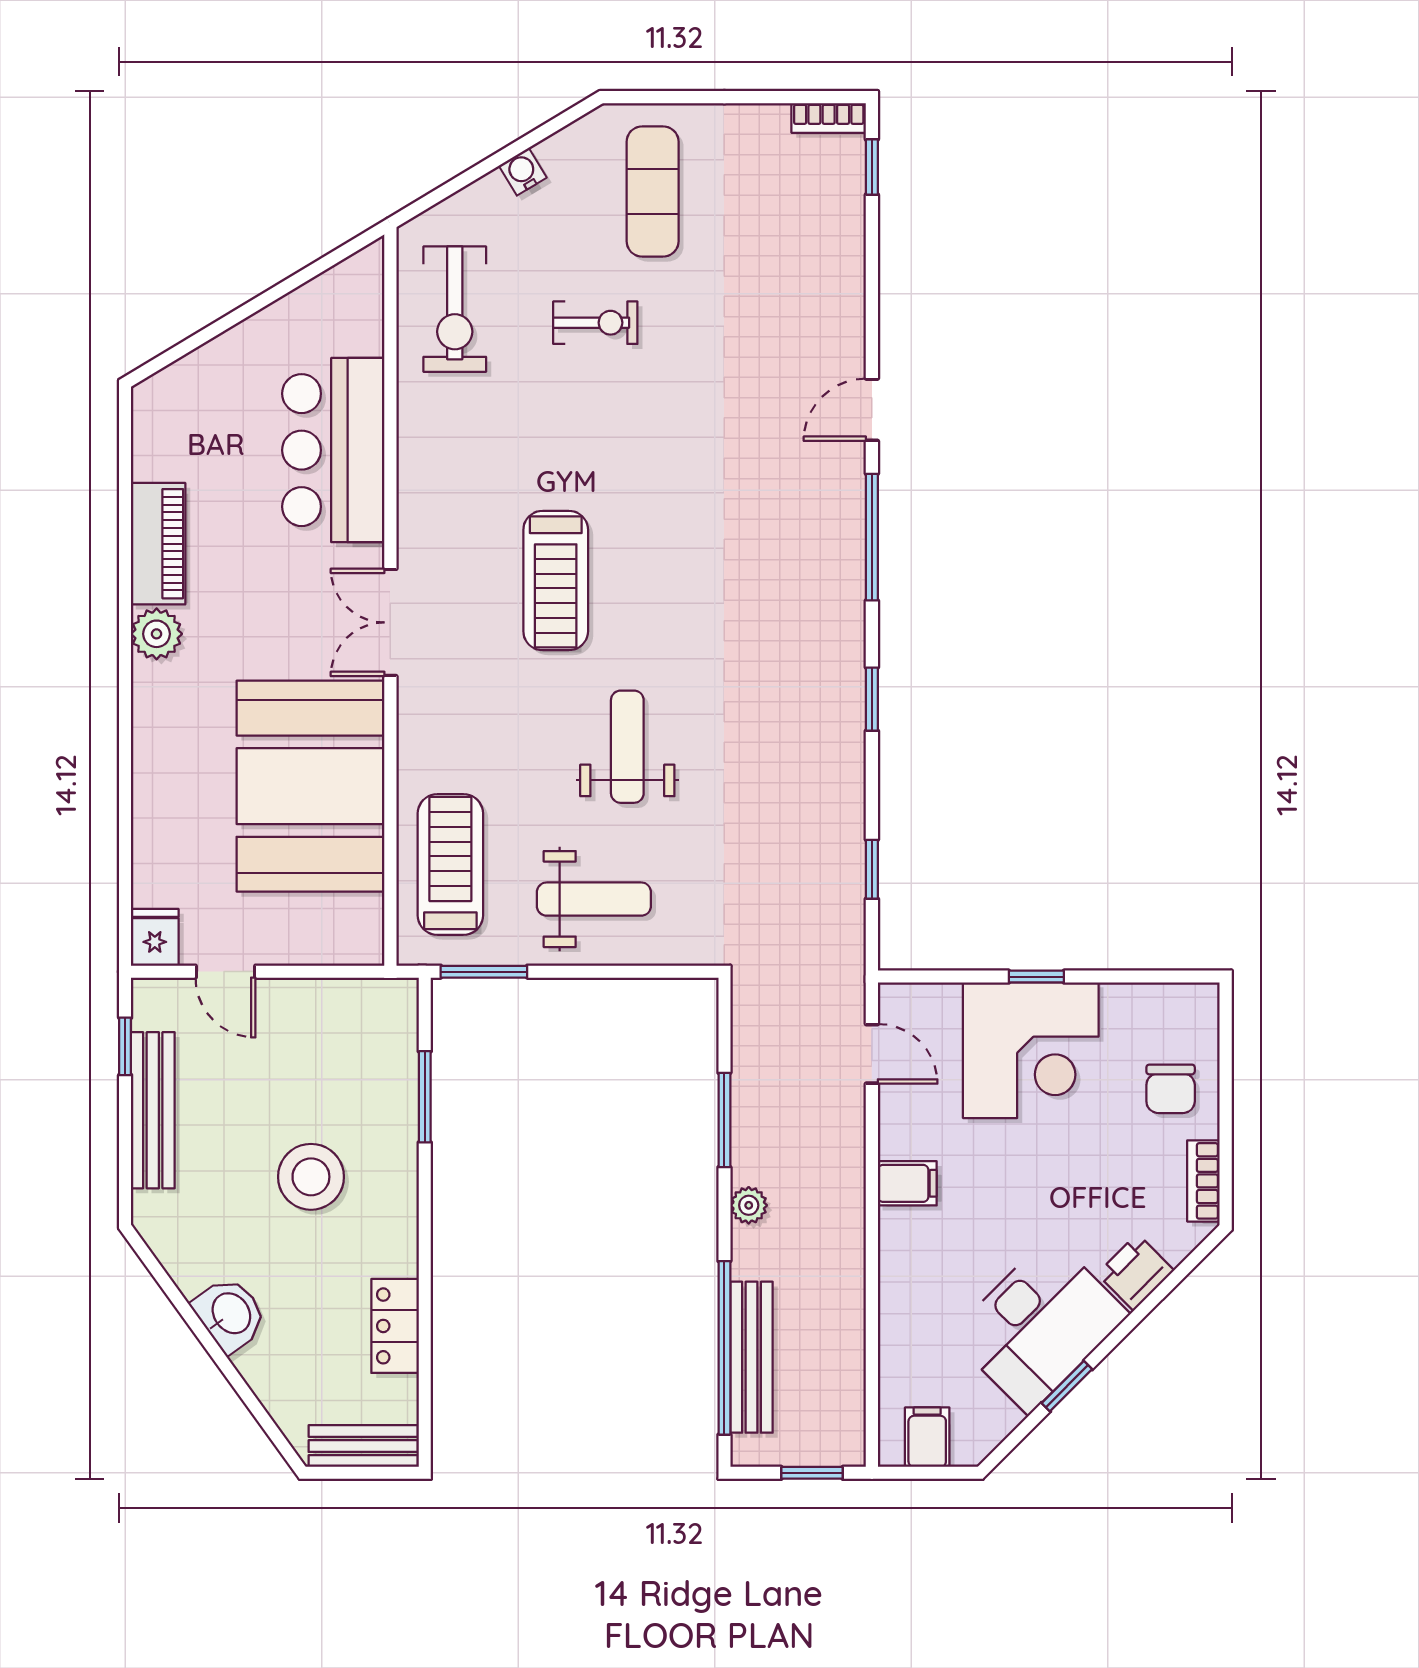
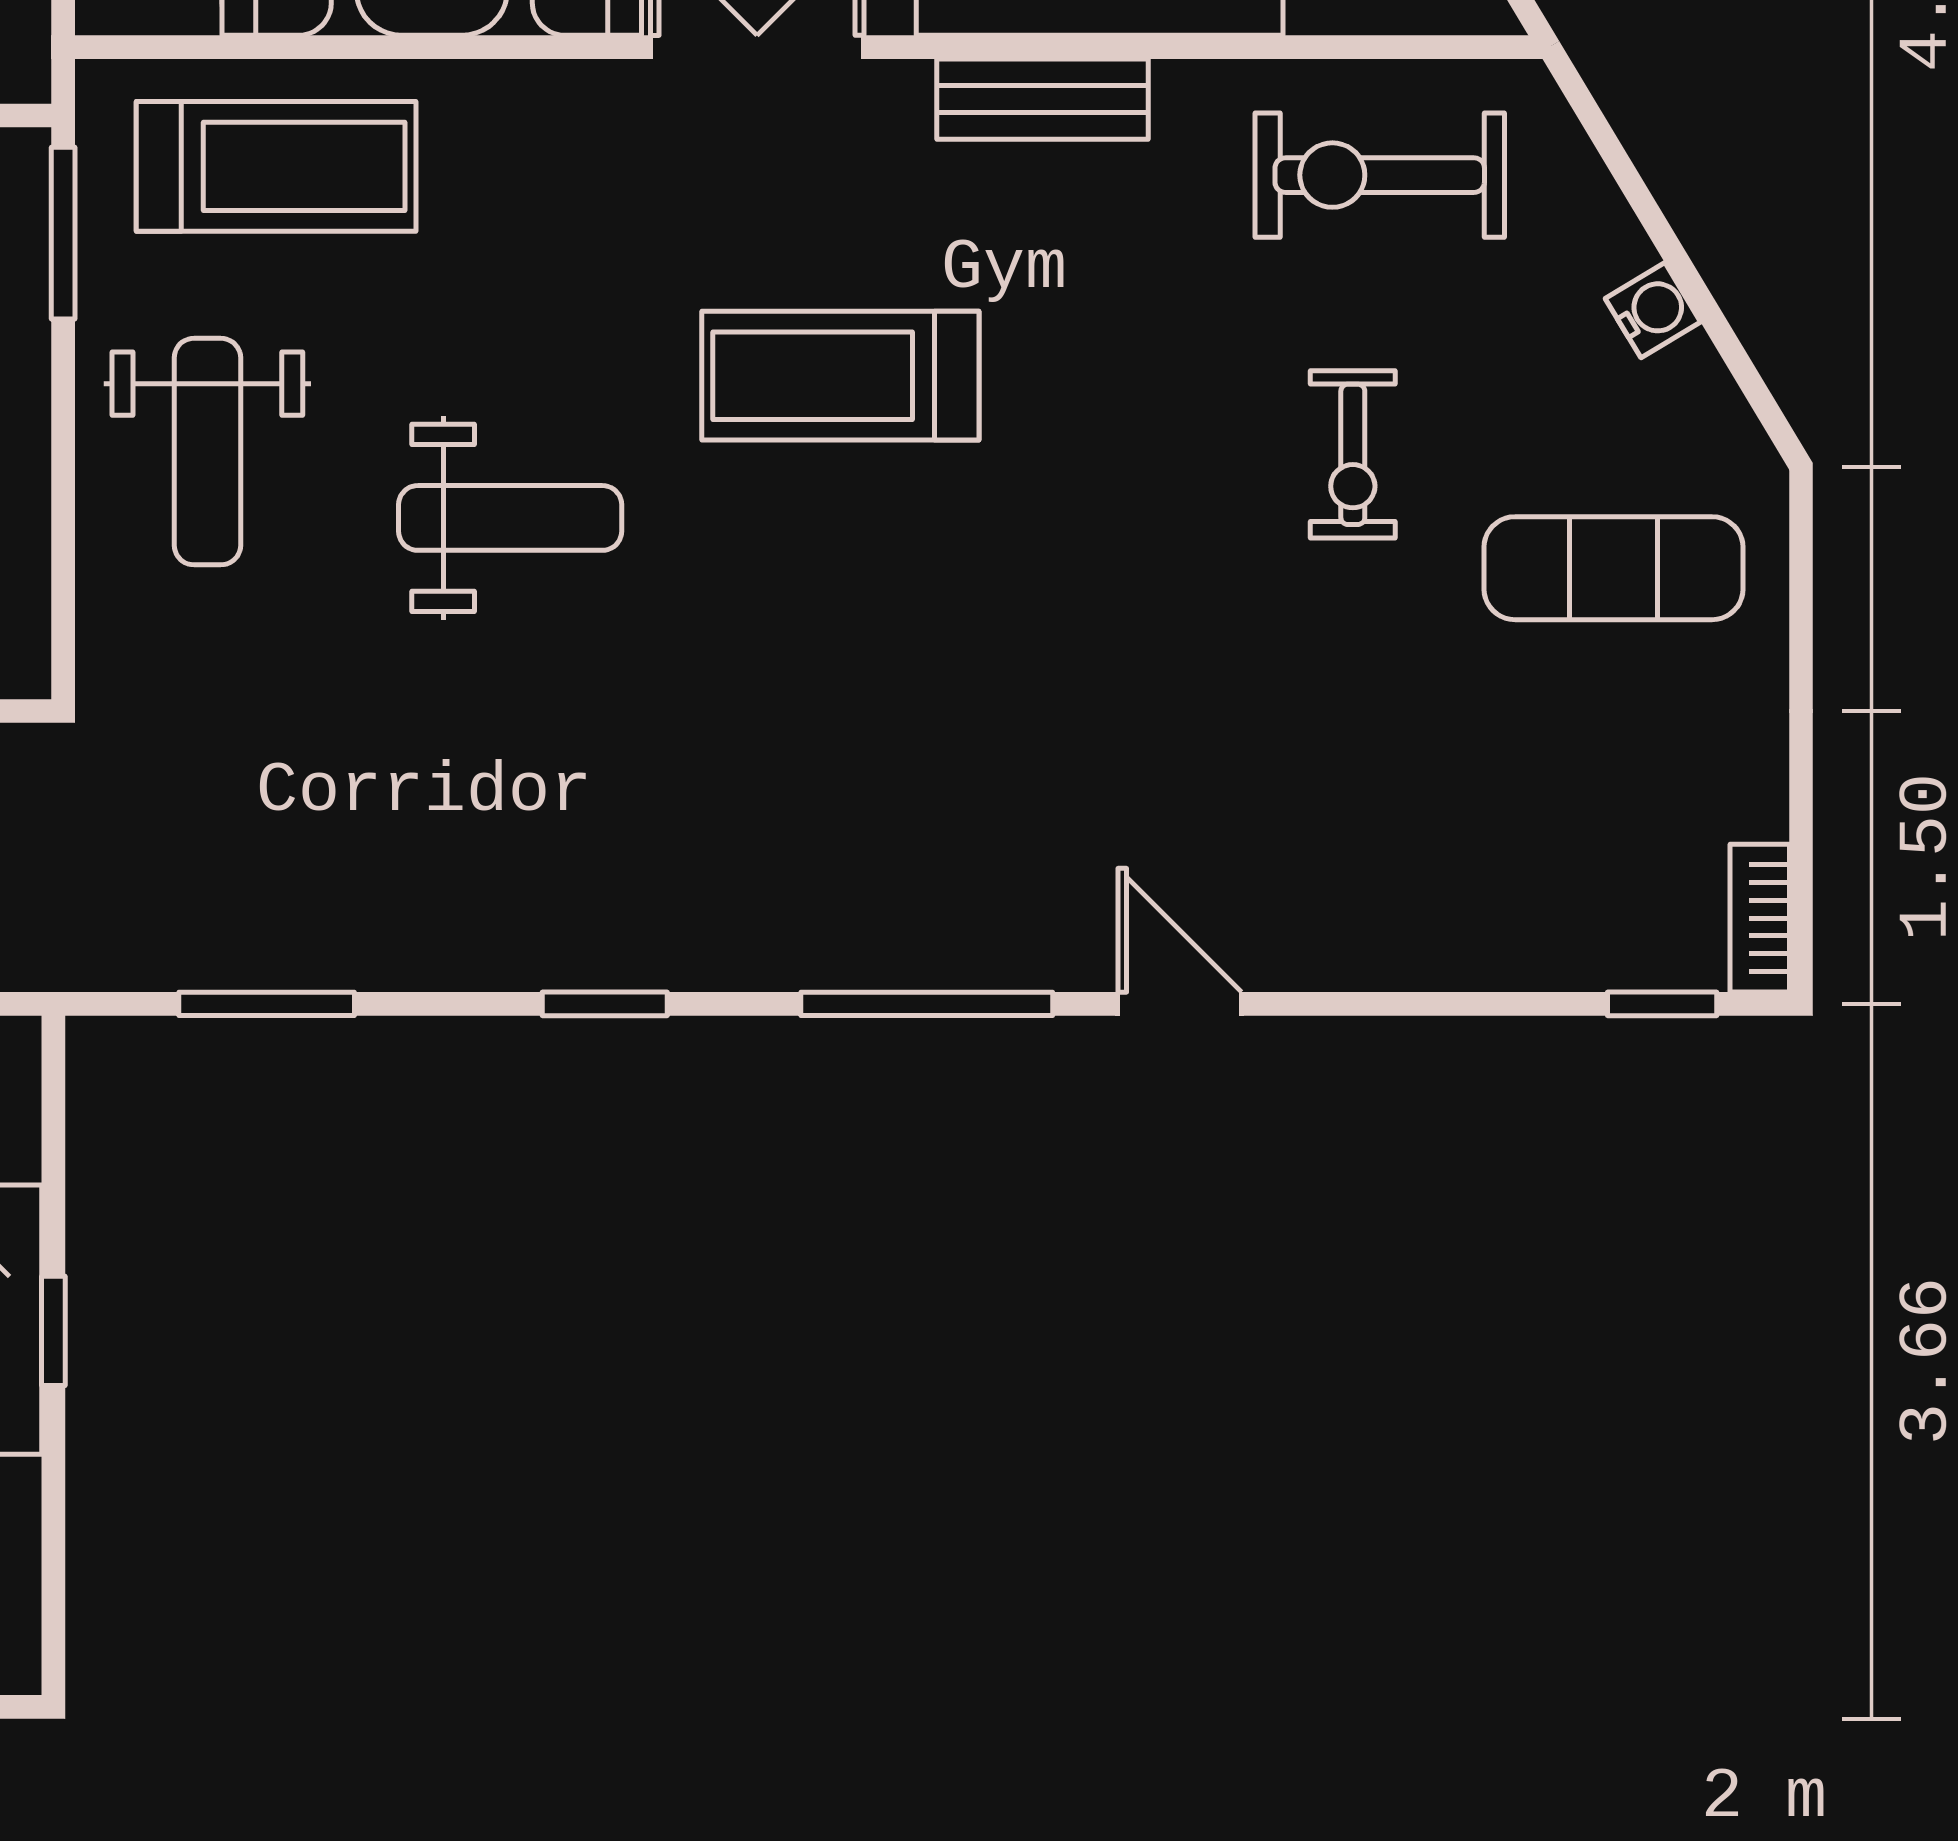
bench: (417, 479) -> (1042, 99), added
window: (872, 869) -> (267, 1004), width x1.50

